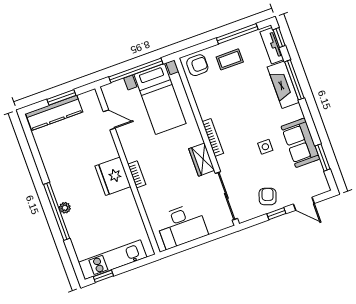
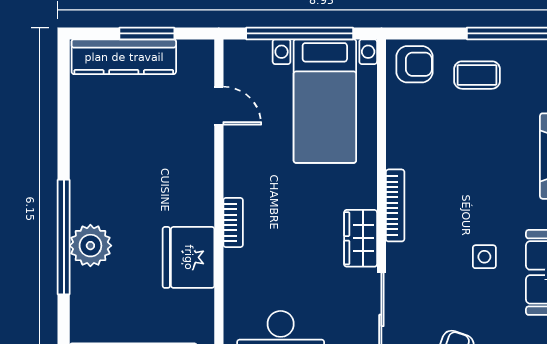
fridge: (113, 176) -> (189, 257), moved
plant: (65, 208) -> (90, 246), width x1.88, depth x1.88

